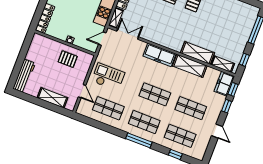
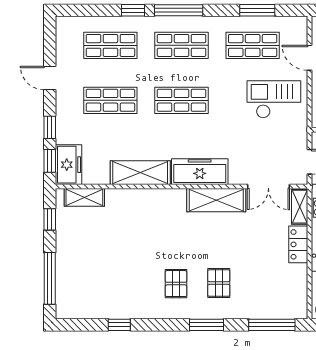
shelving: (198, 53) -> (216, 200), moved
checkout: (108, 77) -> (274, 99), turned 180
window: (99, 125) -> (257, 10), added
window: (175, 154) -> (133, 10), moved

